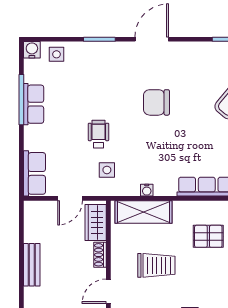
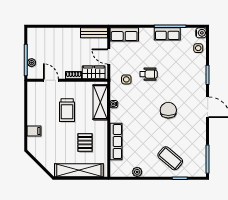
bench: (32, 265) -> (94, 33), moved

